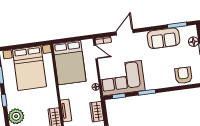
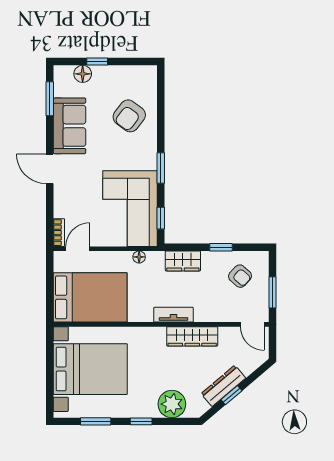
door: (125, 32) -> (50, 169), moved
armchair: (183, 75) -> (129, 116), moved, turned -53

